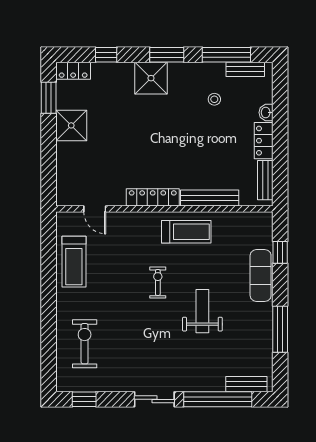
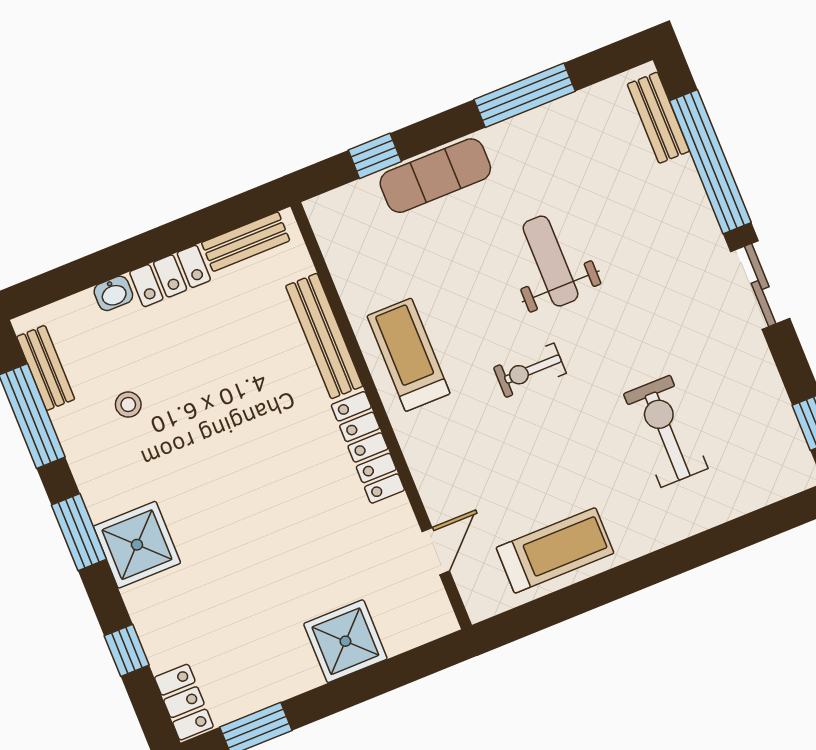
shower: (71, 125) -> (345, 641), moved
weight bench: (202, 311) -> (551, 261), turned 90
exercise bike: (85, 344) -> (666, 431), moved, turned 90

